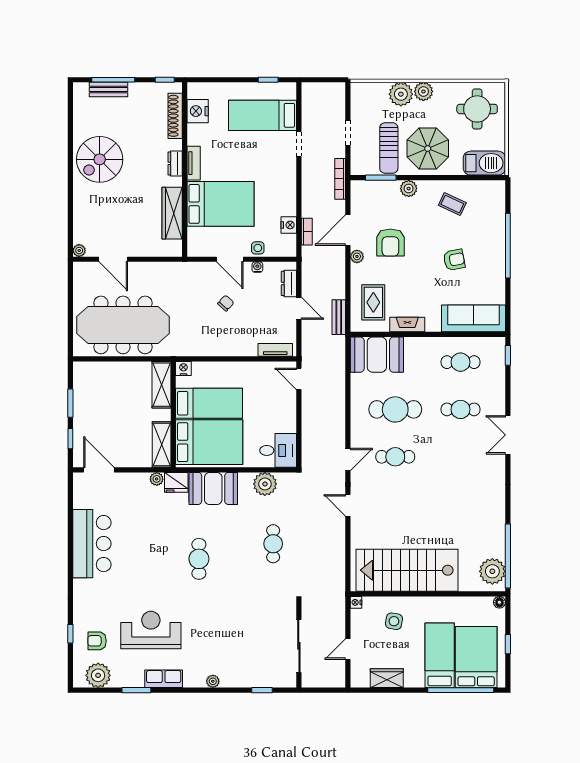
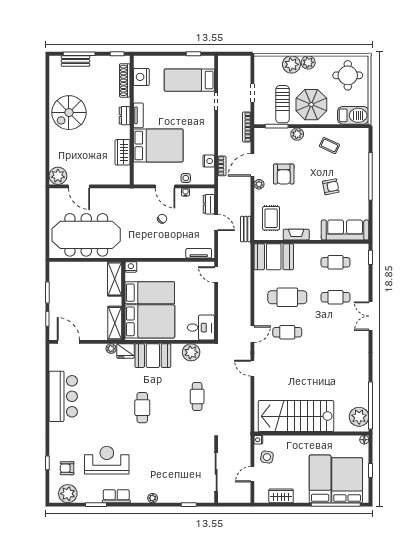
wardrobe: (172, 213) -> (123, 152), width x0.67
plant: (79, 251) -> (58, 176), width x1.88, depth x1.88
side table: (394, 621) -> (267, 457), moved

